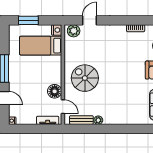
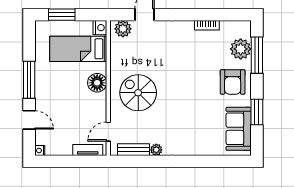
floor lamp: (55, 91) -> (97, 83), moved
door: (63, 107) -> (108, 132), swing flipped

